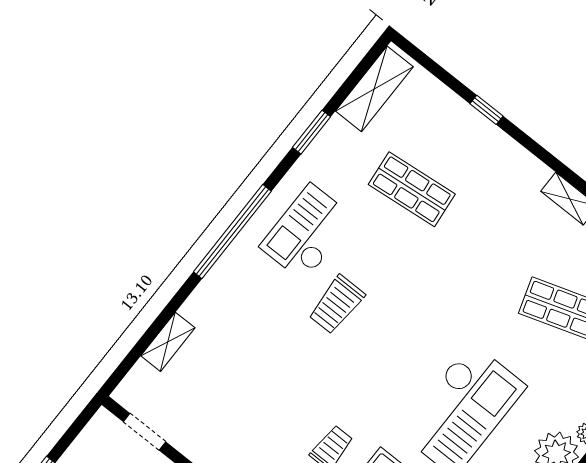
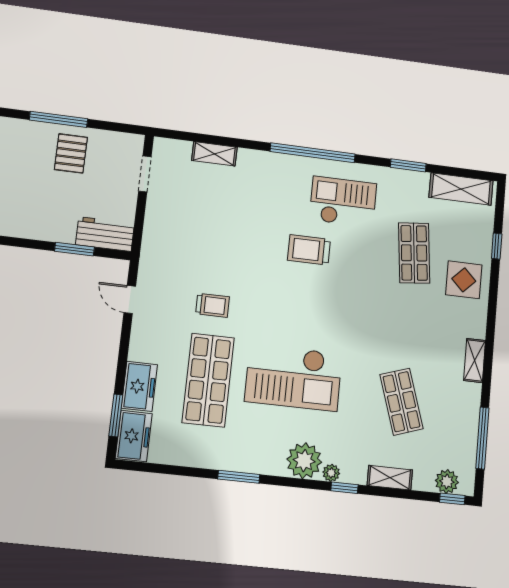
window: (487, 110) -> (497, 246), moved
display table: (475, 153) -> (464, 280), added

